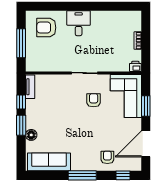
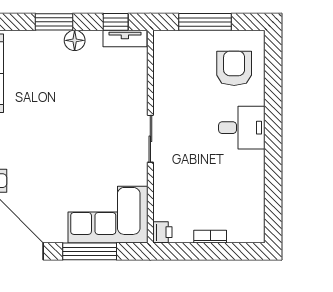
armchair: (94, 100) -> (100, 155), removed
window: (21, 102) -> (116, 22), moved
window: (146, 106) -> (90, 251), width x1.44
floor lamp: (31, 135) -> (75, 40), moved

